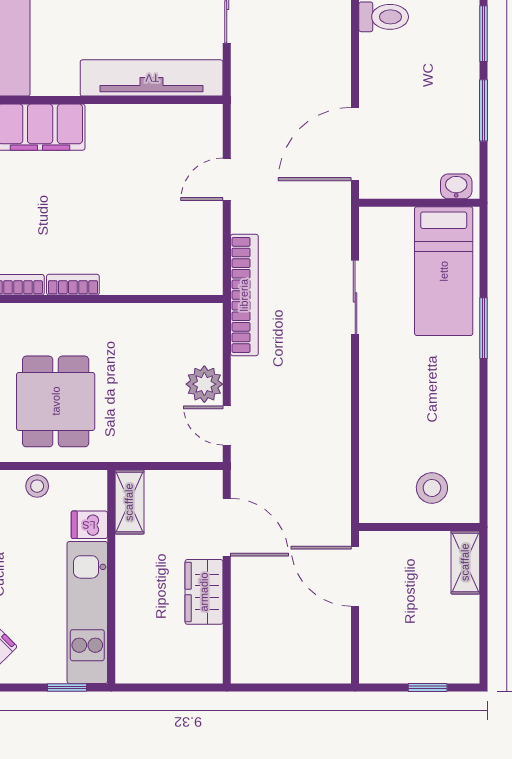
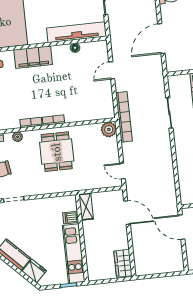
floor lamp: (144, 115) -> (75, 48), added
door: (355, 144) -> (161, 39), moved
plant: (204, 384) -> (109, 129), moved
dining table: (56, 401) -> (57, 152), moved
stool: (37, 486) -> (48, 204), removed
wardrobe: (204, 592) -> (123, 263), moved

